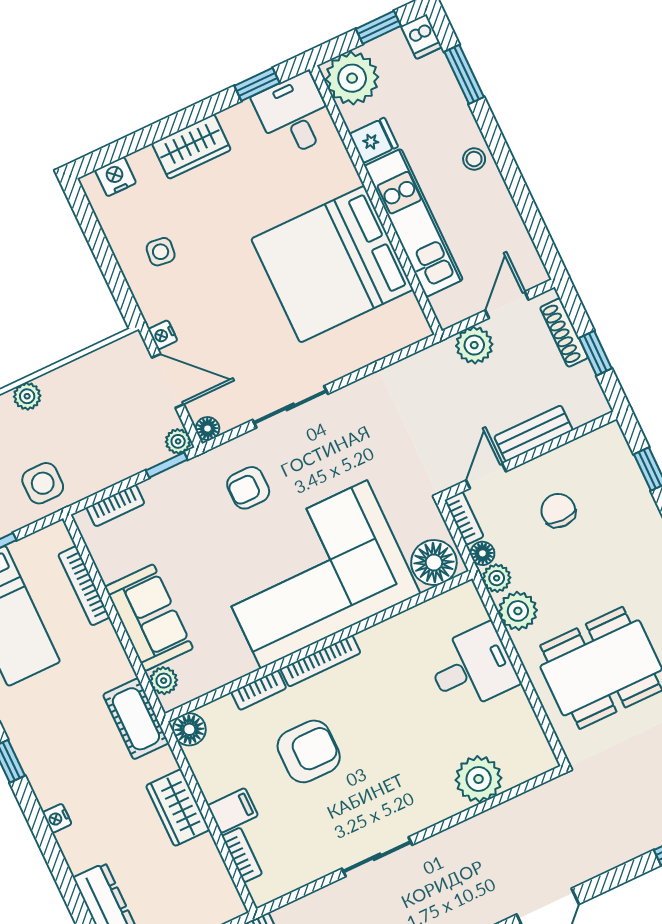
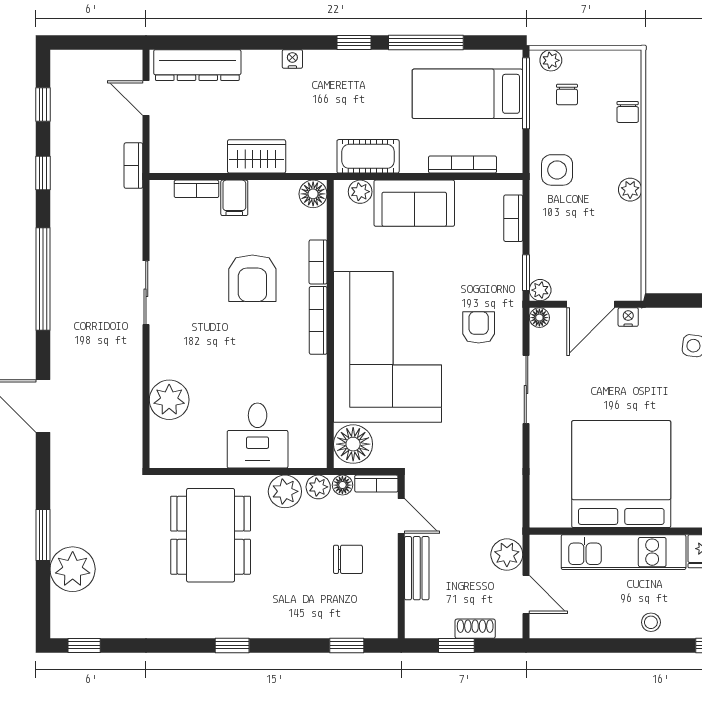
shoe rack: (564, 333) -> (475, 629), width x0.70
cot: (136, 719) -> (368, 156), moved

